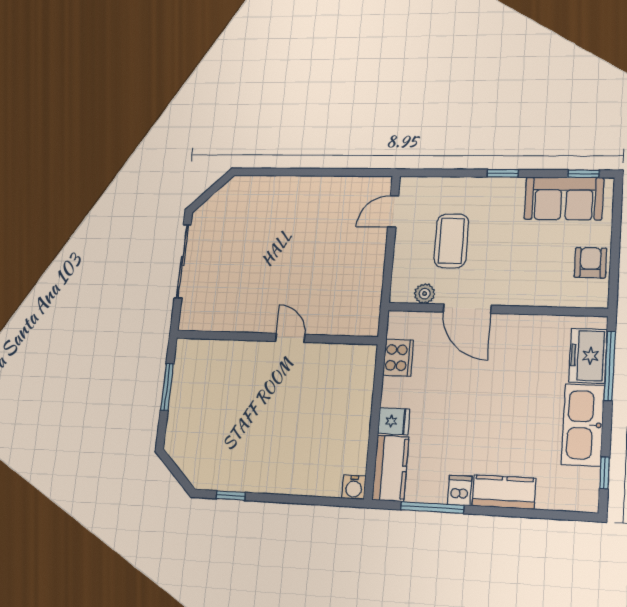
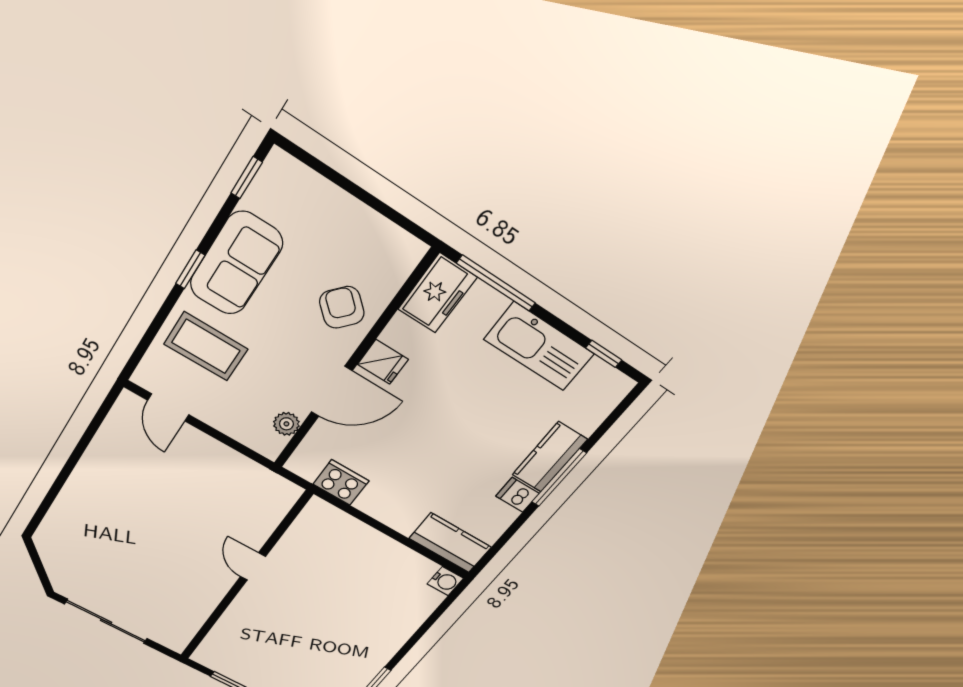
sofa: (564, 198) -> (236, 264), moved
coffee table: (451, 241) -> (206, 347), moved
armchair: (591, 263) -> (342, 307), moved, turned 42
door: (290, 338) -> (253, 566), hinge flipped
freezer: (588, 356) -> (437, 293), moved, turned -90
fridge: (394, 421) -> (383, 362), moved, turned 90
window: (432, 508) -> (559, 478), moved

